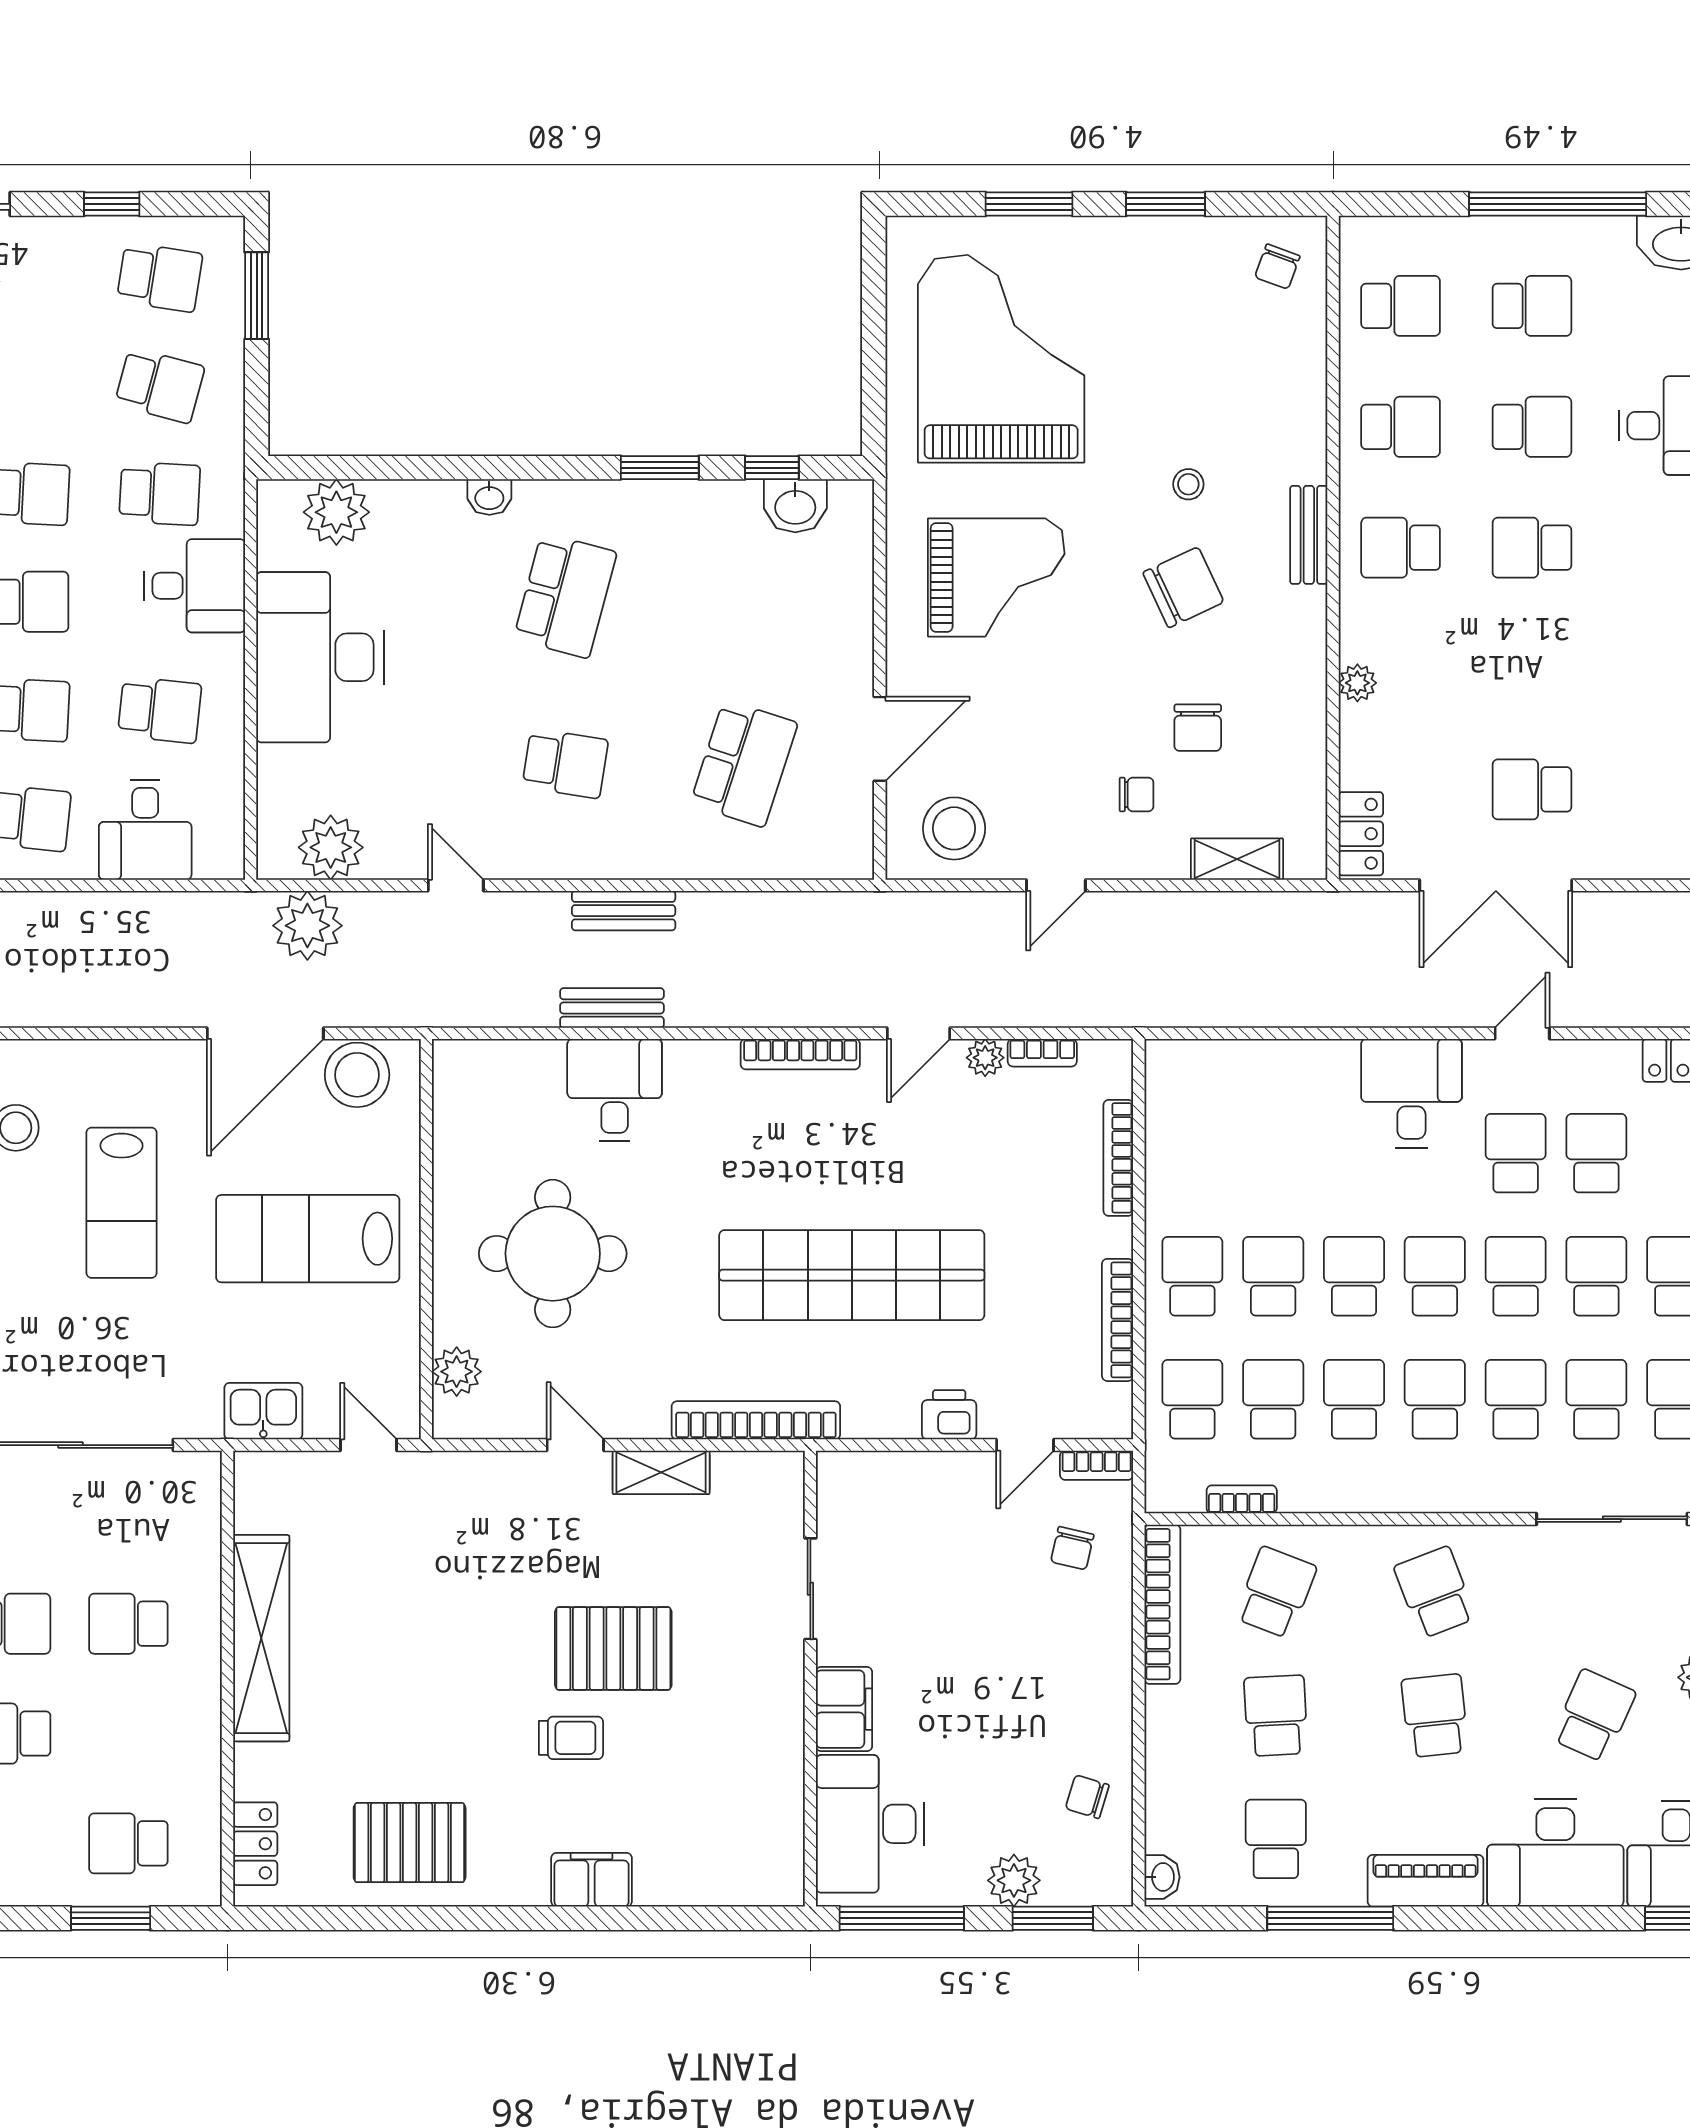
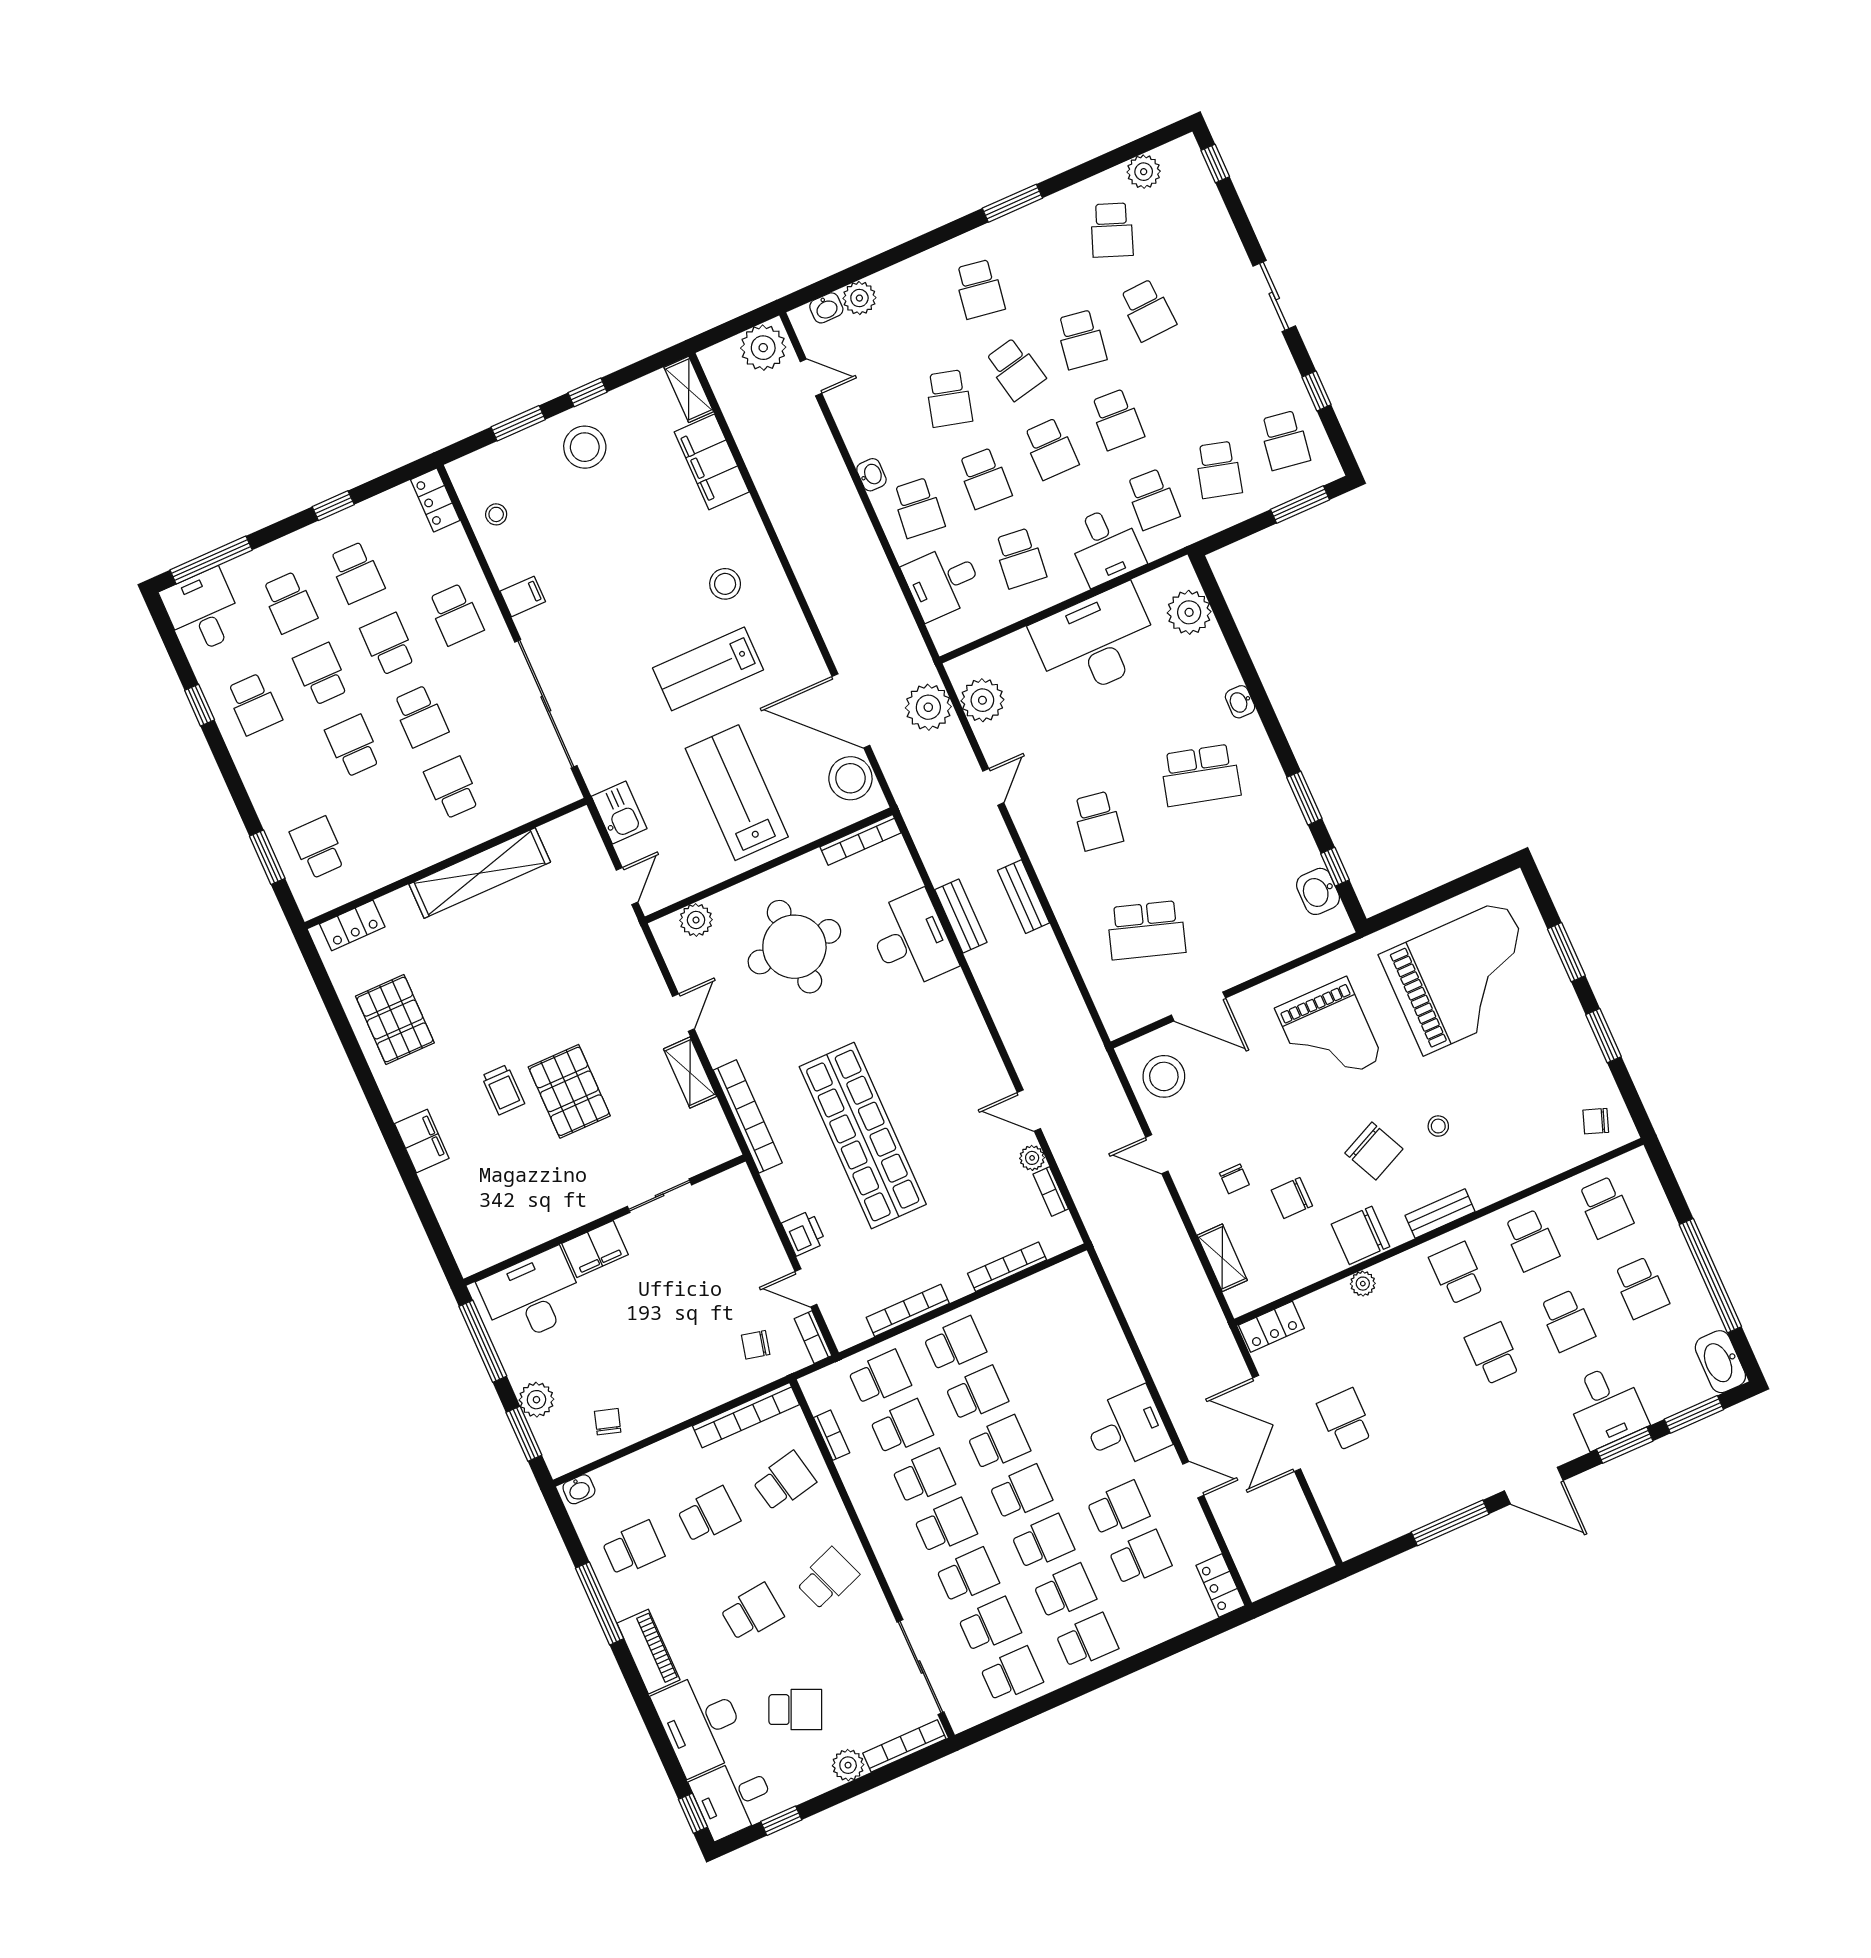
chair: (1290, 657) -> (1361, 1235), added
bookcase: (800, 1054) -> (861, 840), moved, turned -90
desk: (615, 1090) -> (911, 940), width x1.37
school desk: (1276, 1592) -> (784, 1481), turned -33

